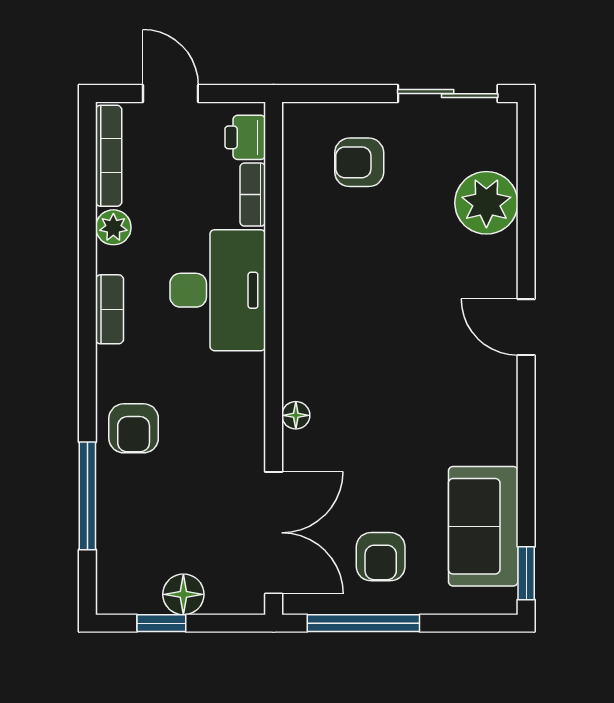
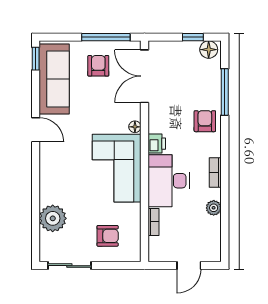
door: (171, 94) -> (189, 266), hinge flipped
printer: (245, 137) -> (157, 144), moved
bookcase: (109, 156) -> (216, 239), removed
corner sofa: (338, 319) -> (117, 168), added
door: (526, 327) -> (36, 130), moved
sofa: (483, 526) -> (54, 79), width x1.36
floor lamp: (183, 594) -> (209, 50), moved

